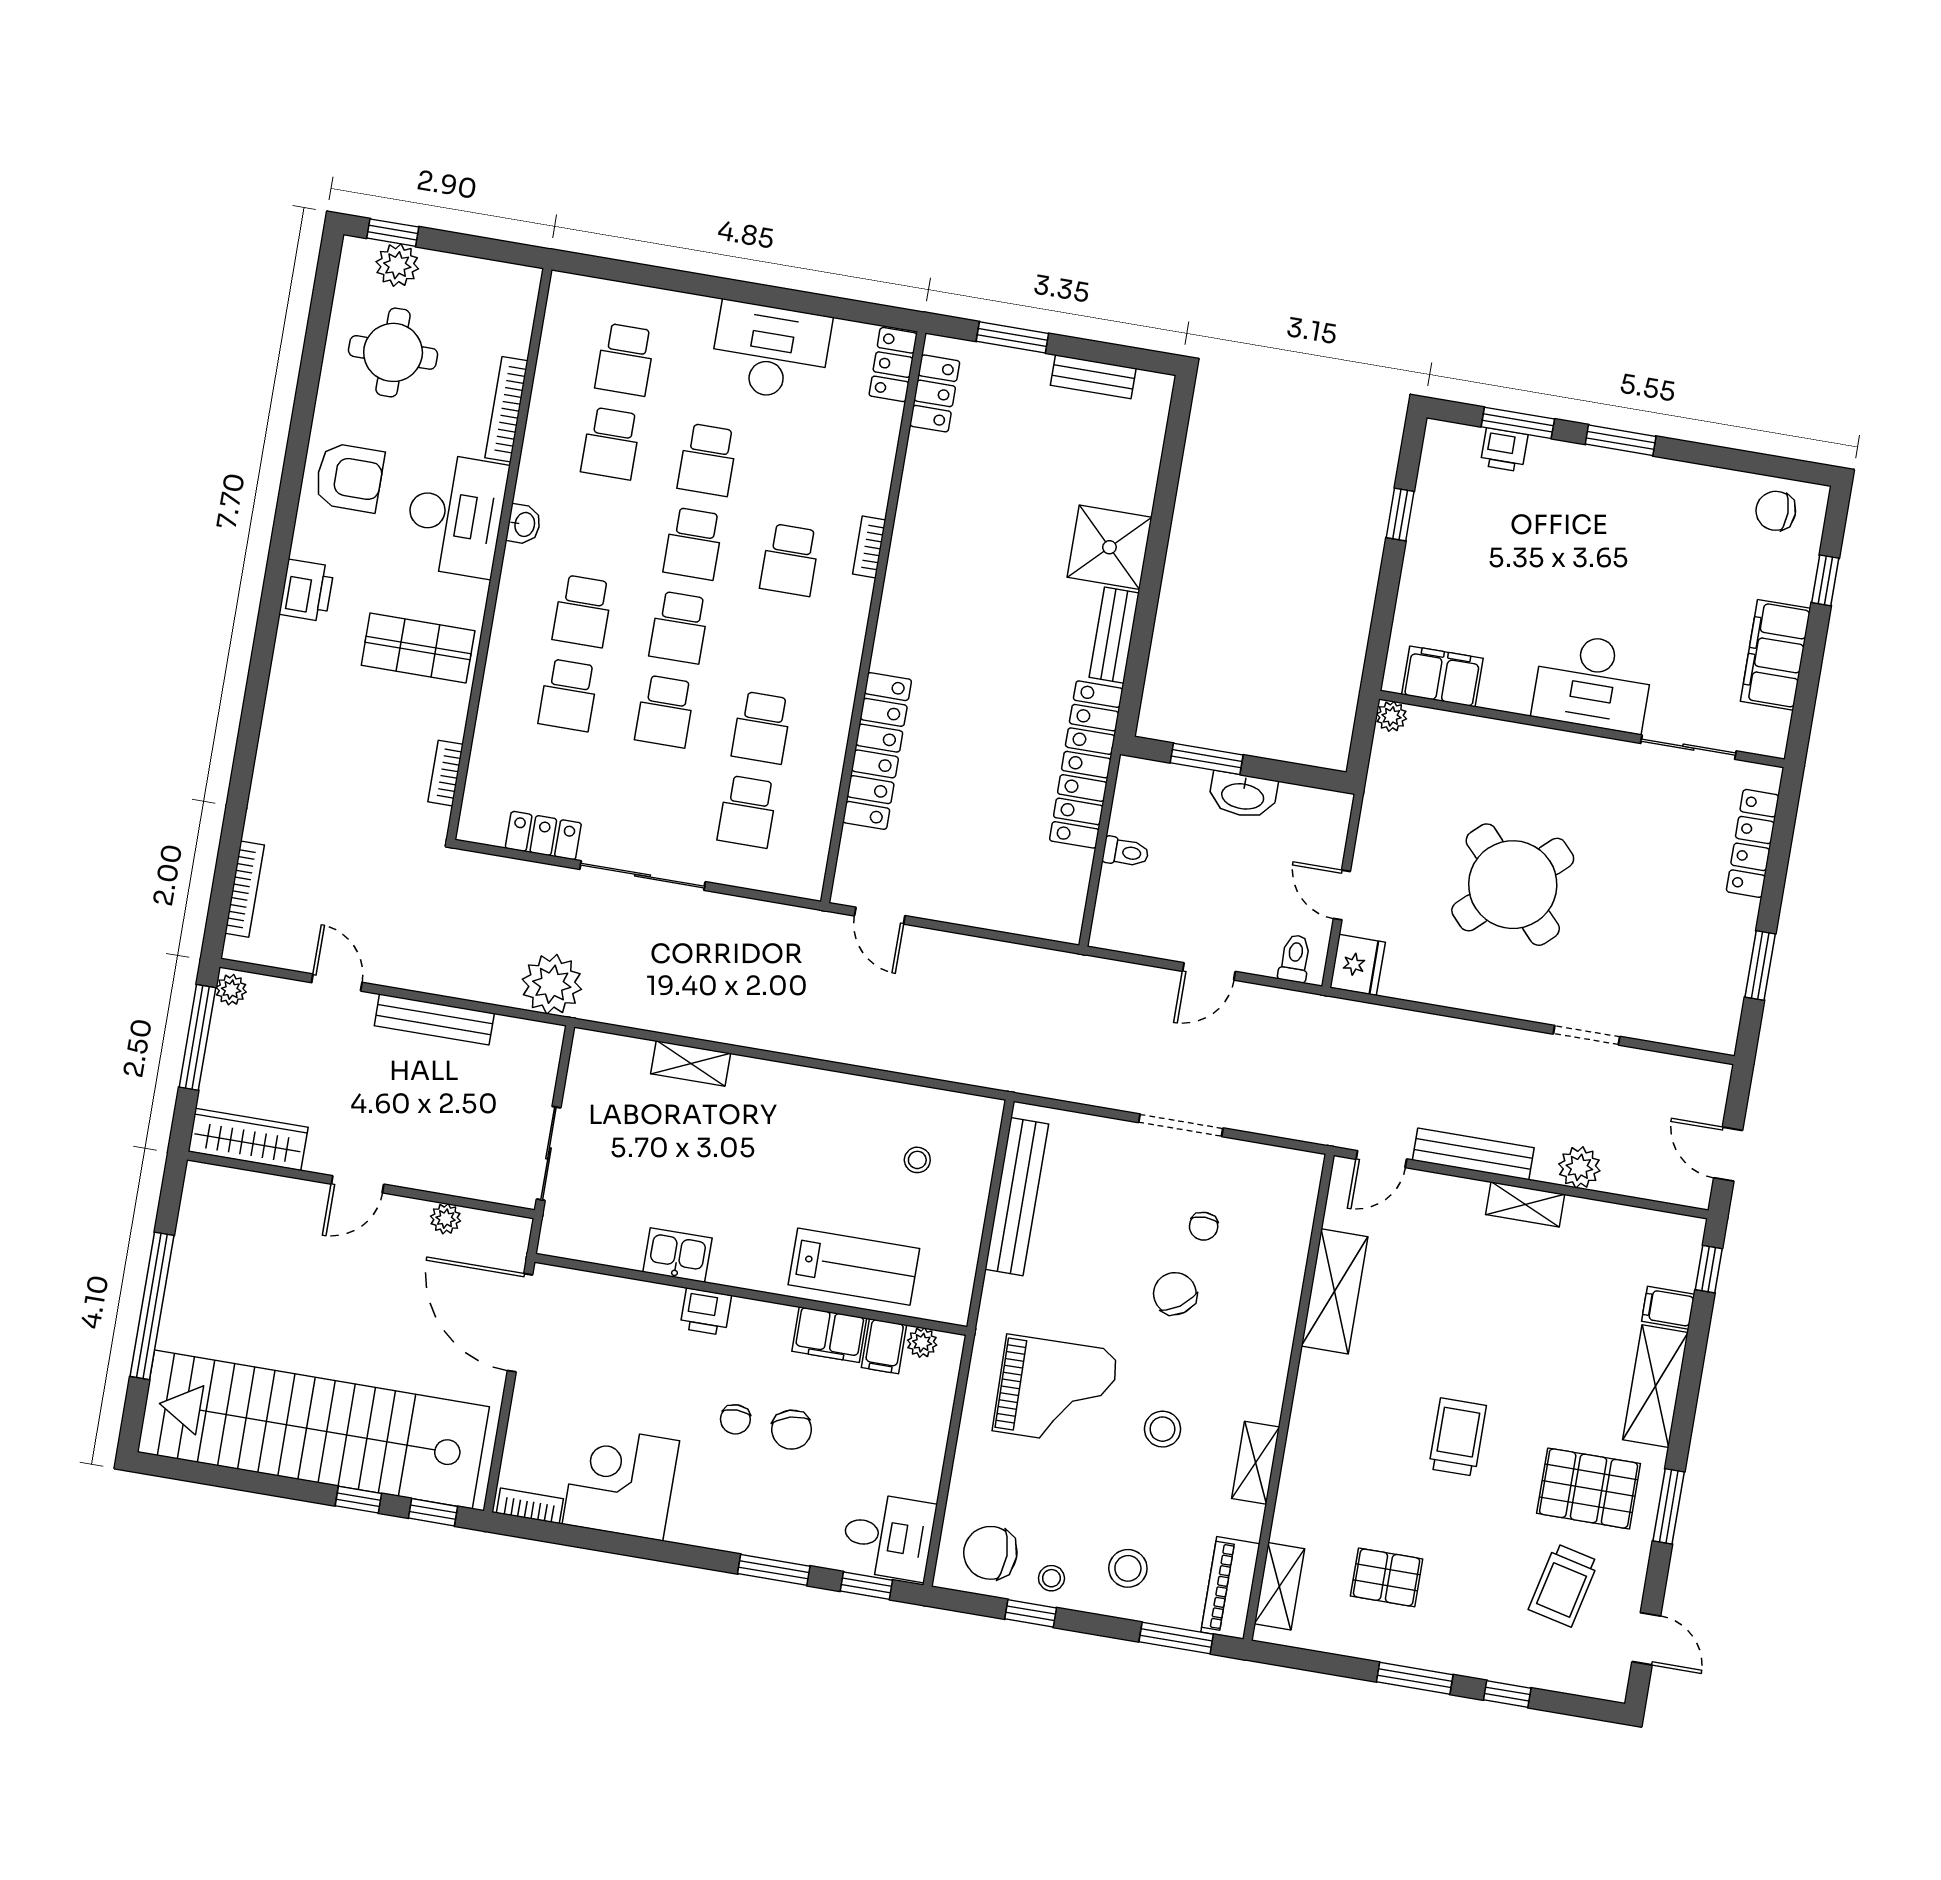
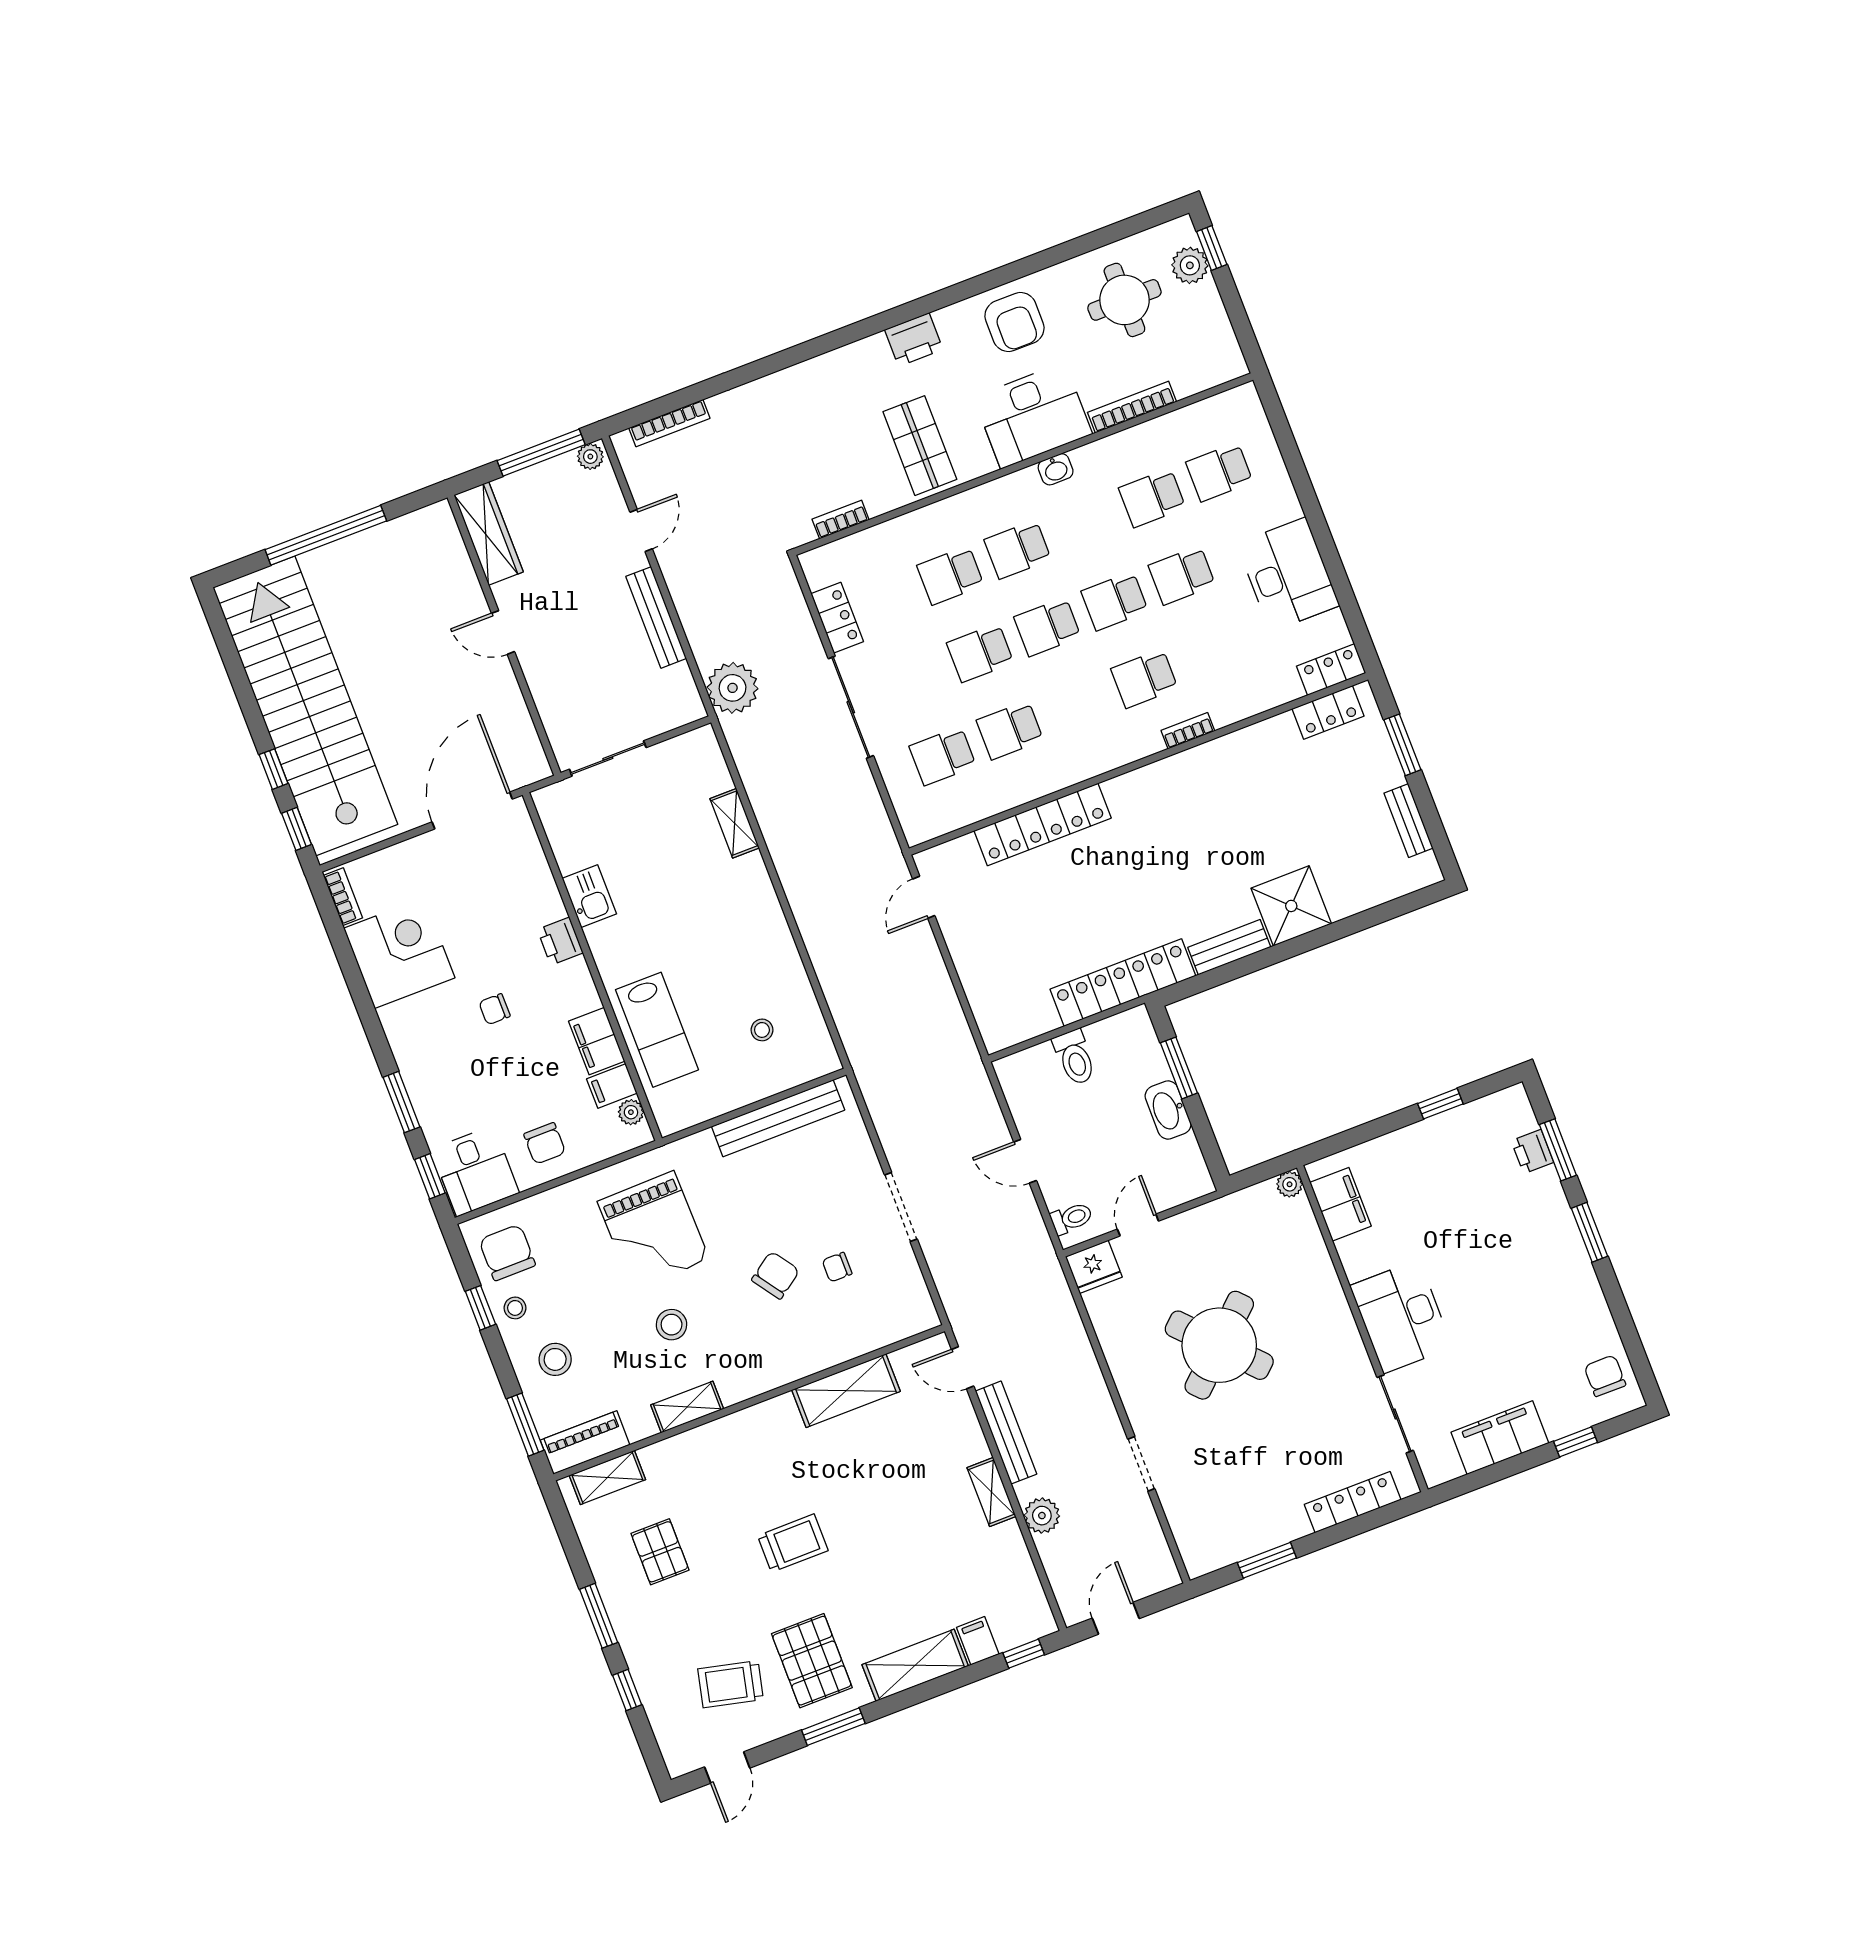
toilet: (1126, 852) -> (1075, 1057), width x1.37, depth x1.39
plant: (446, 1219) -> (516, 711), removed
chair: (792, 1430) -> (545, 1143), moved, turned -75

